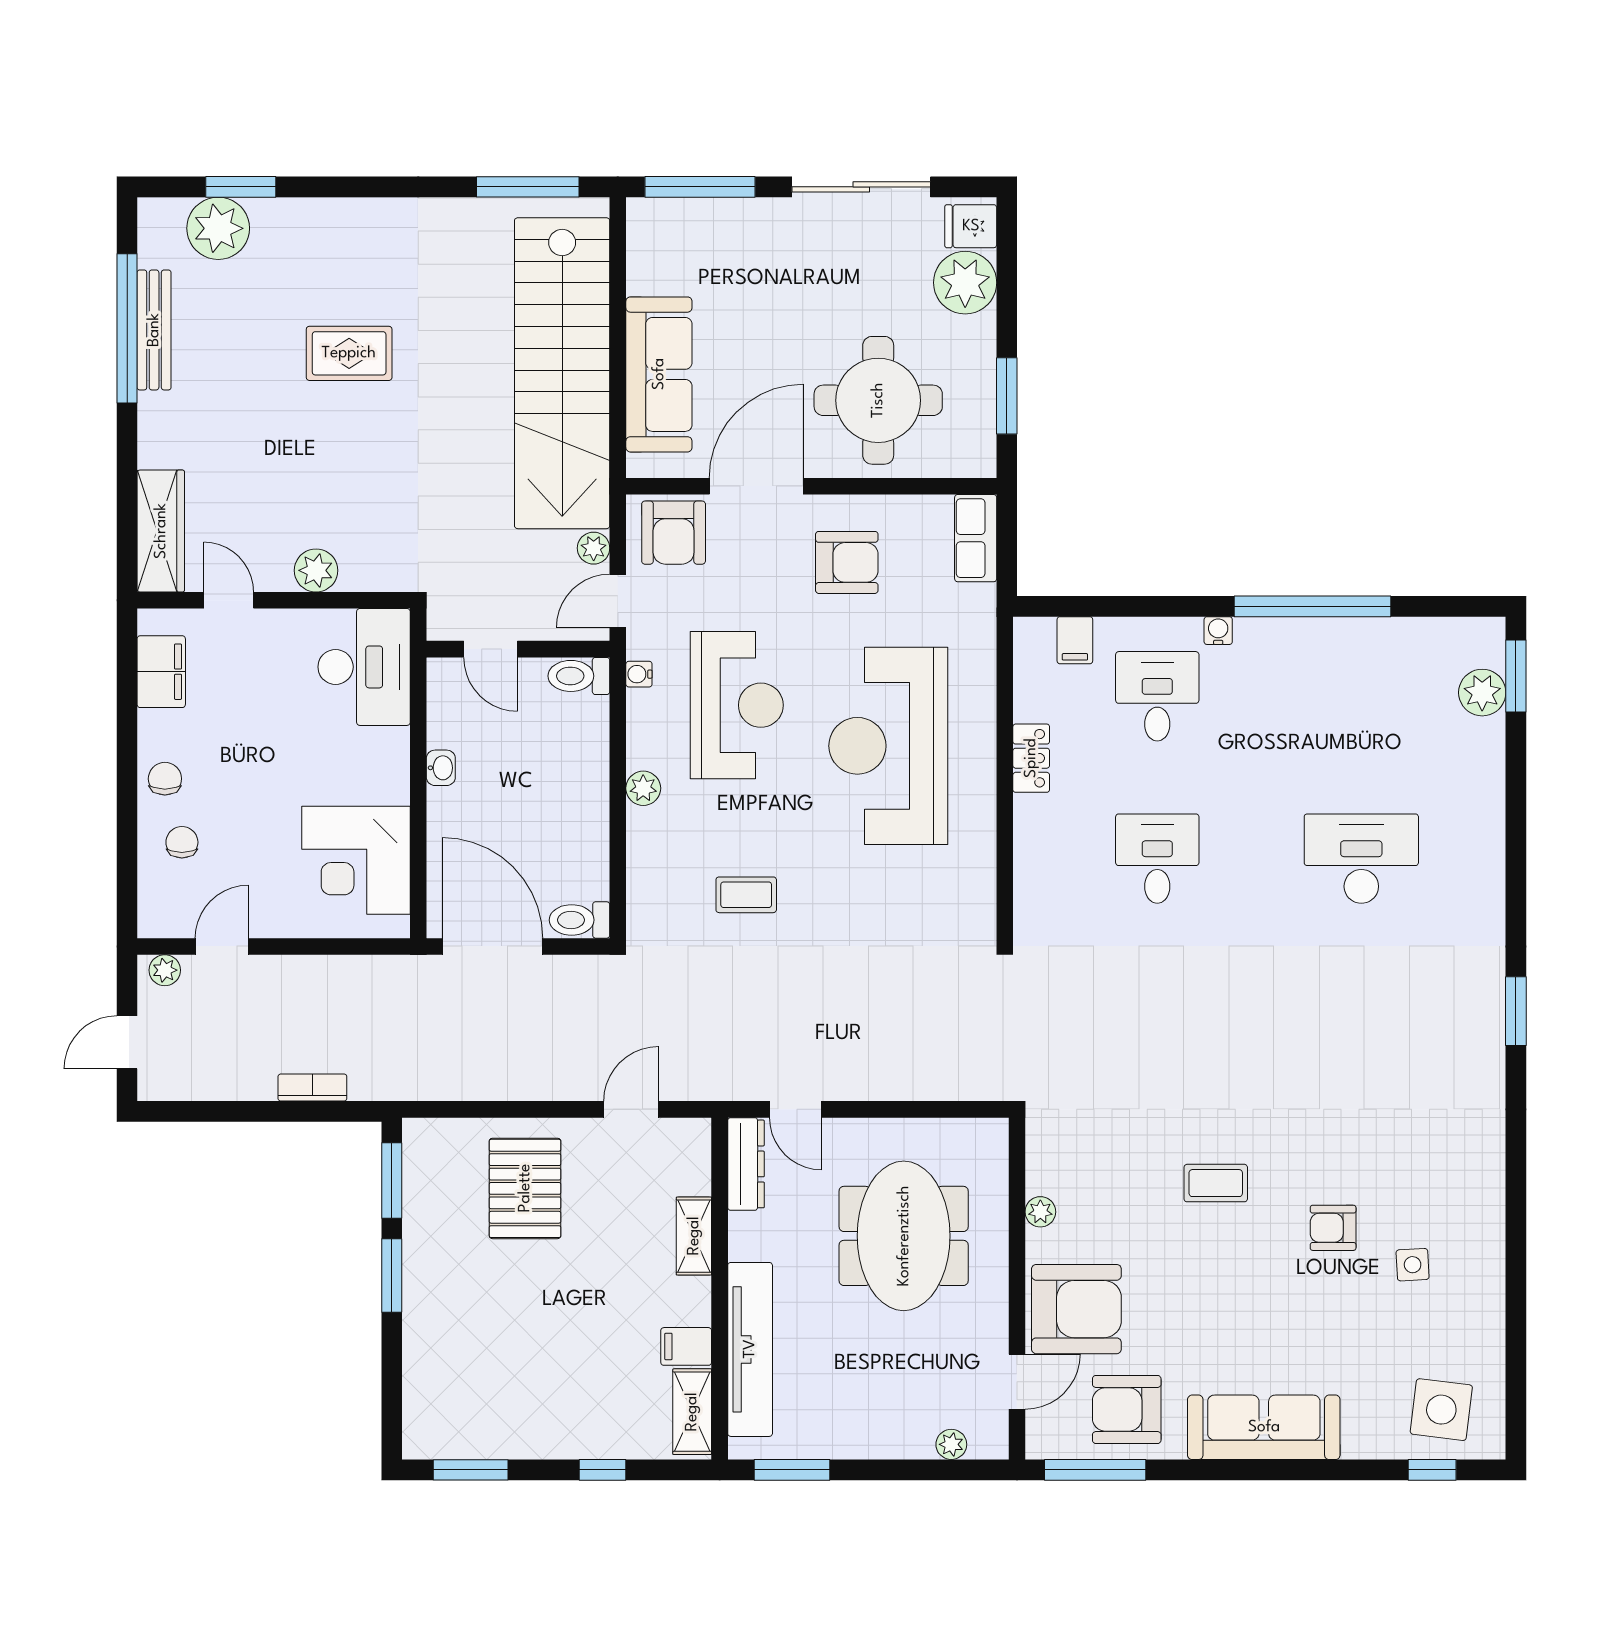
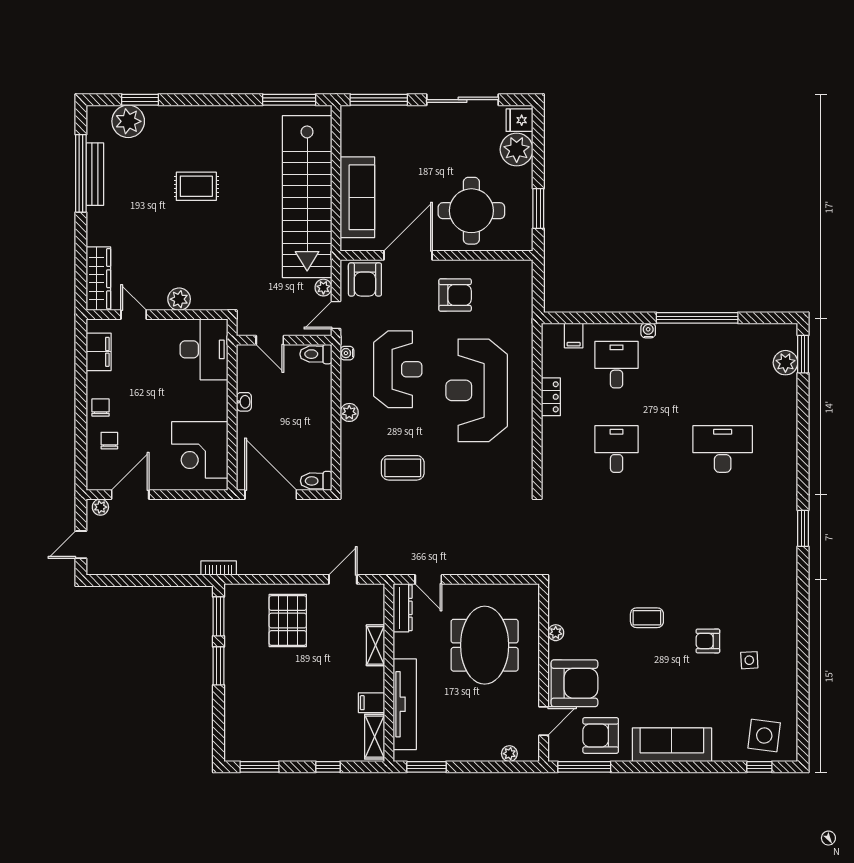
row of seats: (976, 538) -> (522, 282), removed
coffee table: (746, 895) -> (403, 468), width x1.36, depth x1.30
door: (222, 946) -> (130, 495), width x1.38
bookcase: (312, 1088) -> (219, 568), moved

